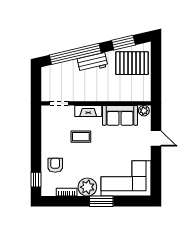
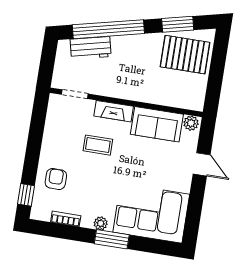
workbench: (93, 63) -> (91, 48), moved
plant: (87, 187) -> (101, 223), width x0.53, depth x0.53

